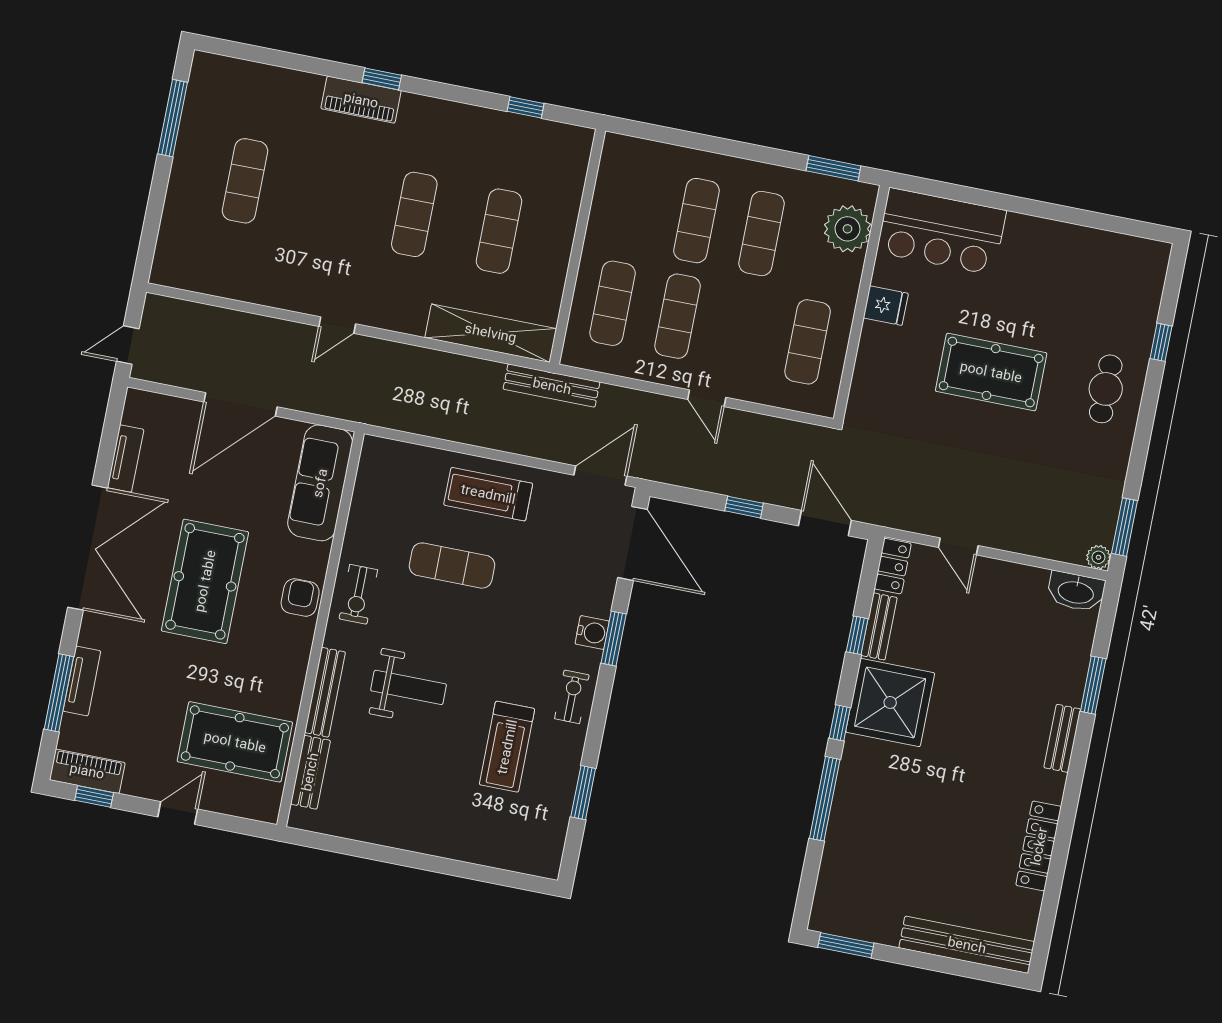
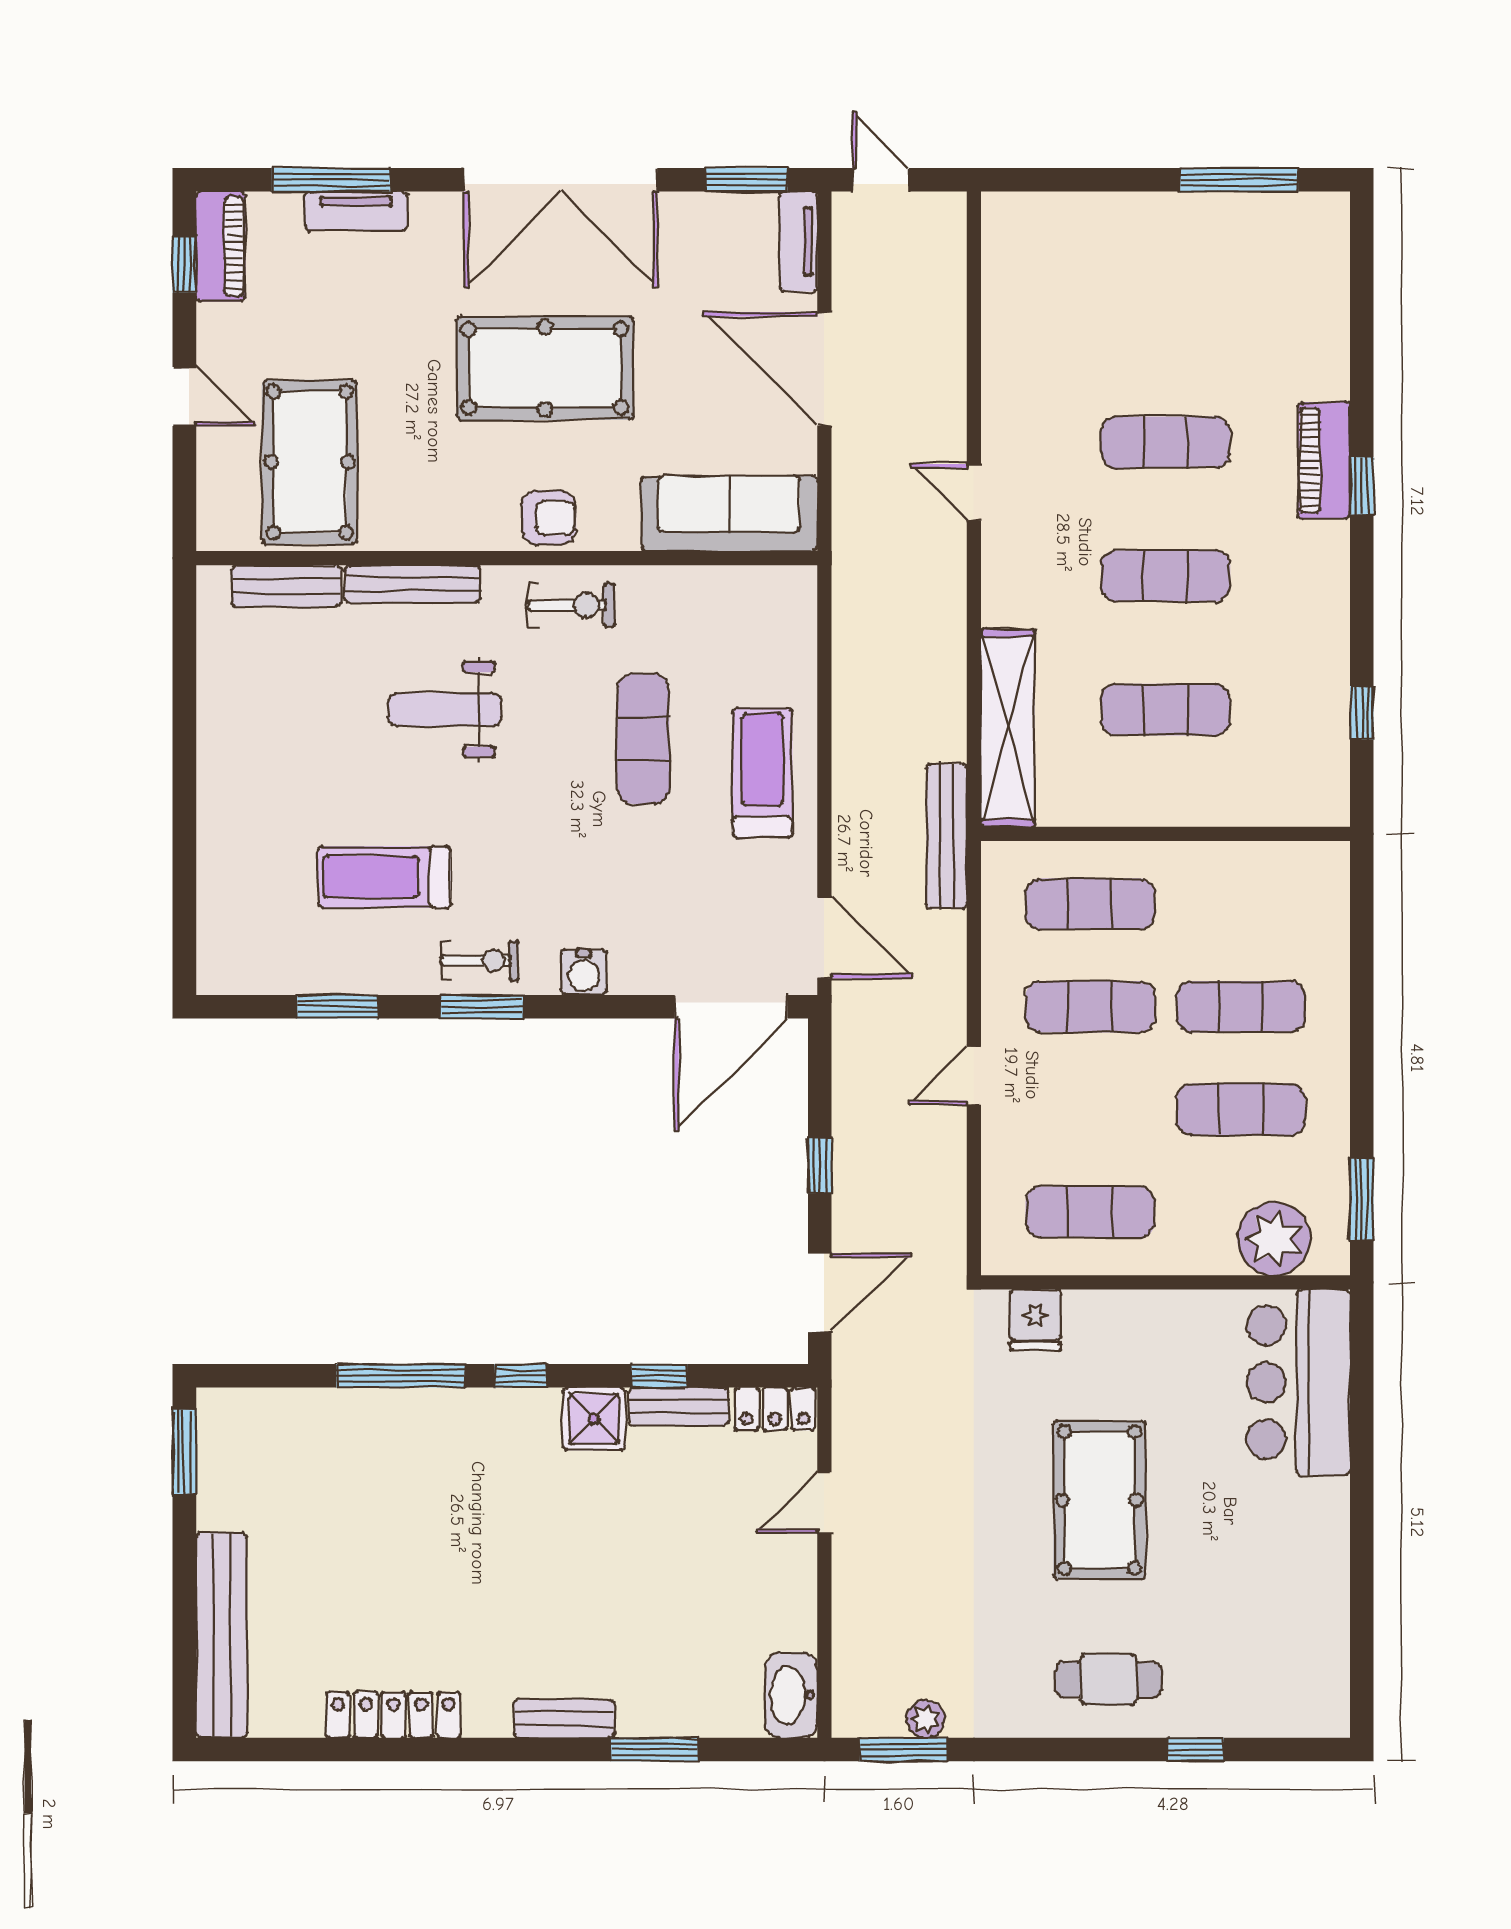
exercise mat: (245, 181) -> (1166, 442), moved
fridge: (886, 306) -> (1035, 1320), moved
window: (111, 430) -> (746, 180), added
tv unit: (126, 459) -> (798, 241), moved, turned 90
plant: (1098, 557) -> (926, 1719), moved
exercise bike: (358, 594) -> (571, 605), turned 180
window: (614, 639) -> (482, 1007), moved
weight bench: (409, 687) -> (445, 710), turned 90
shower: (890, 702) -> (594, 1419), width x0.54, depth x0.54

